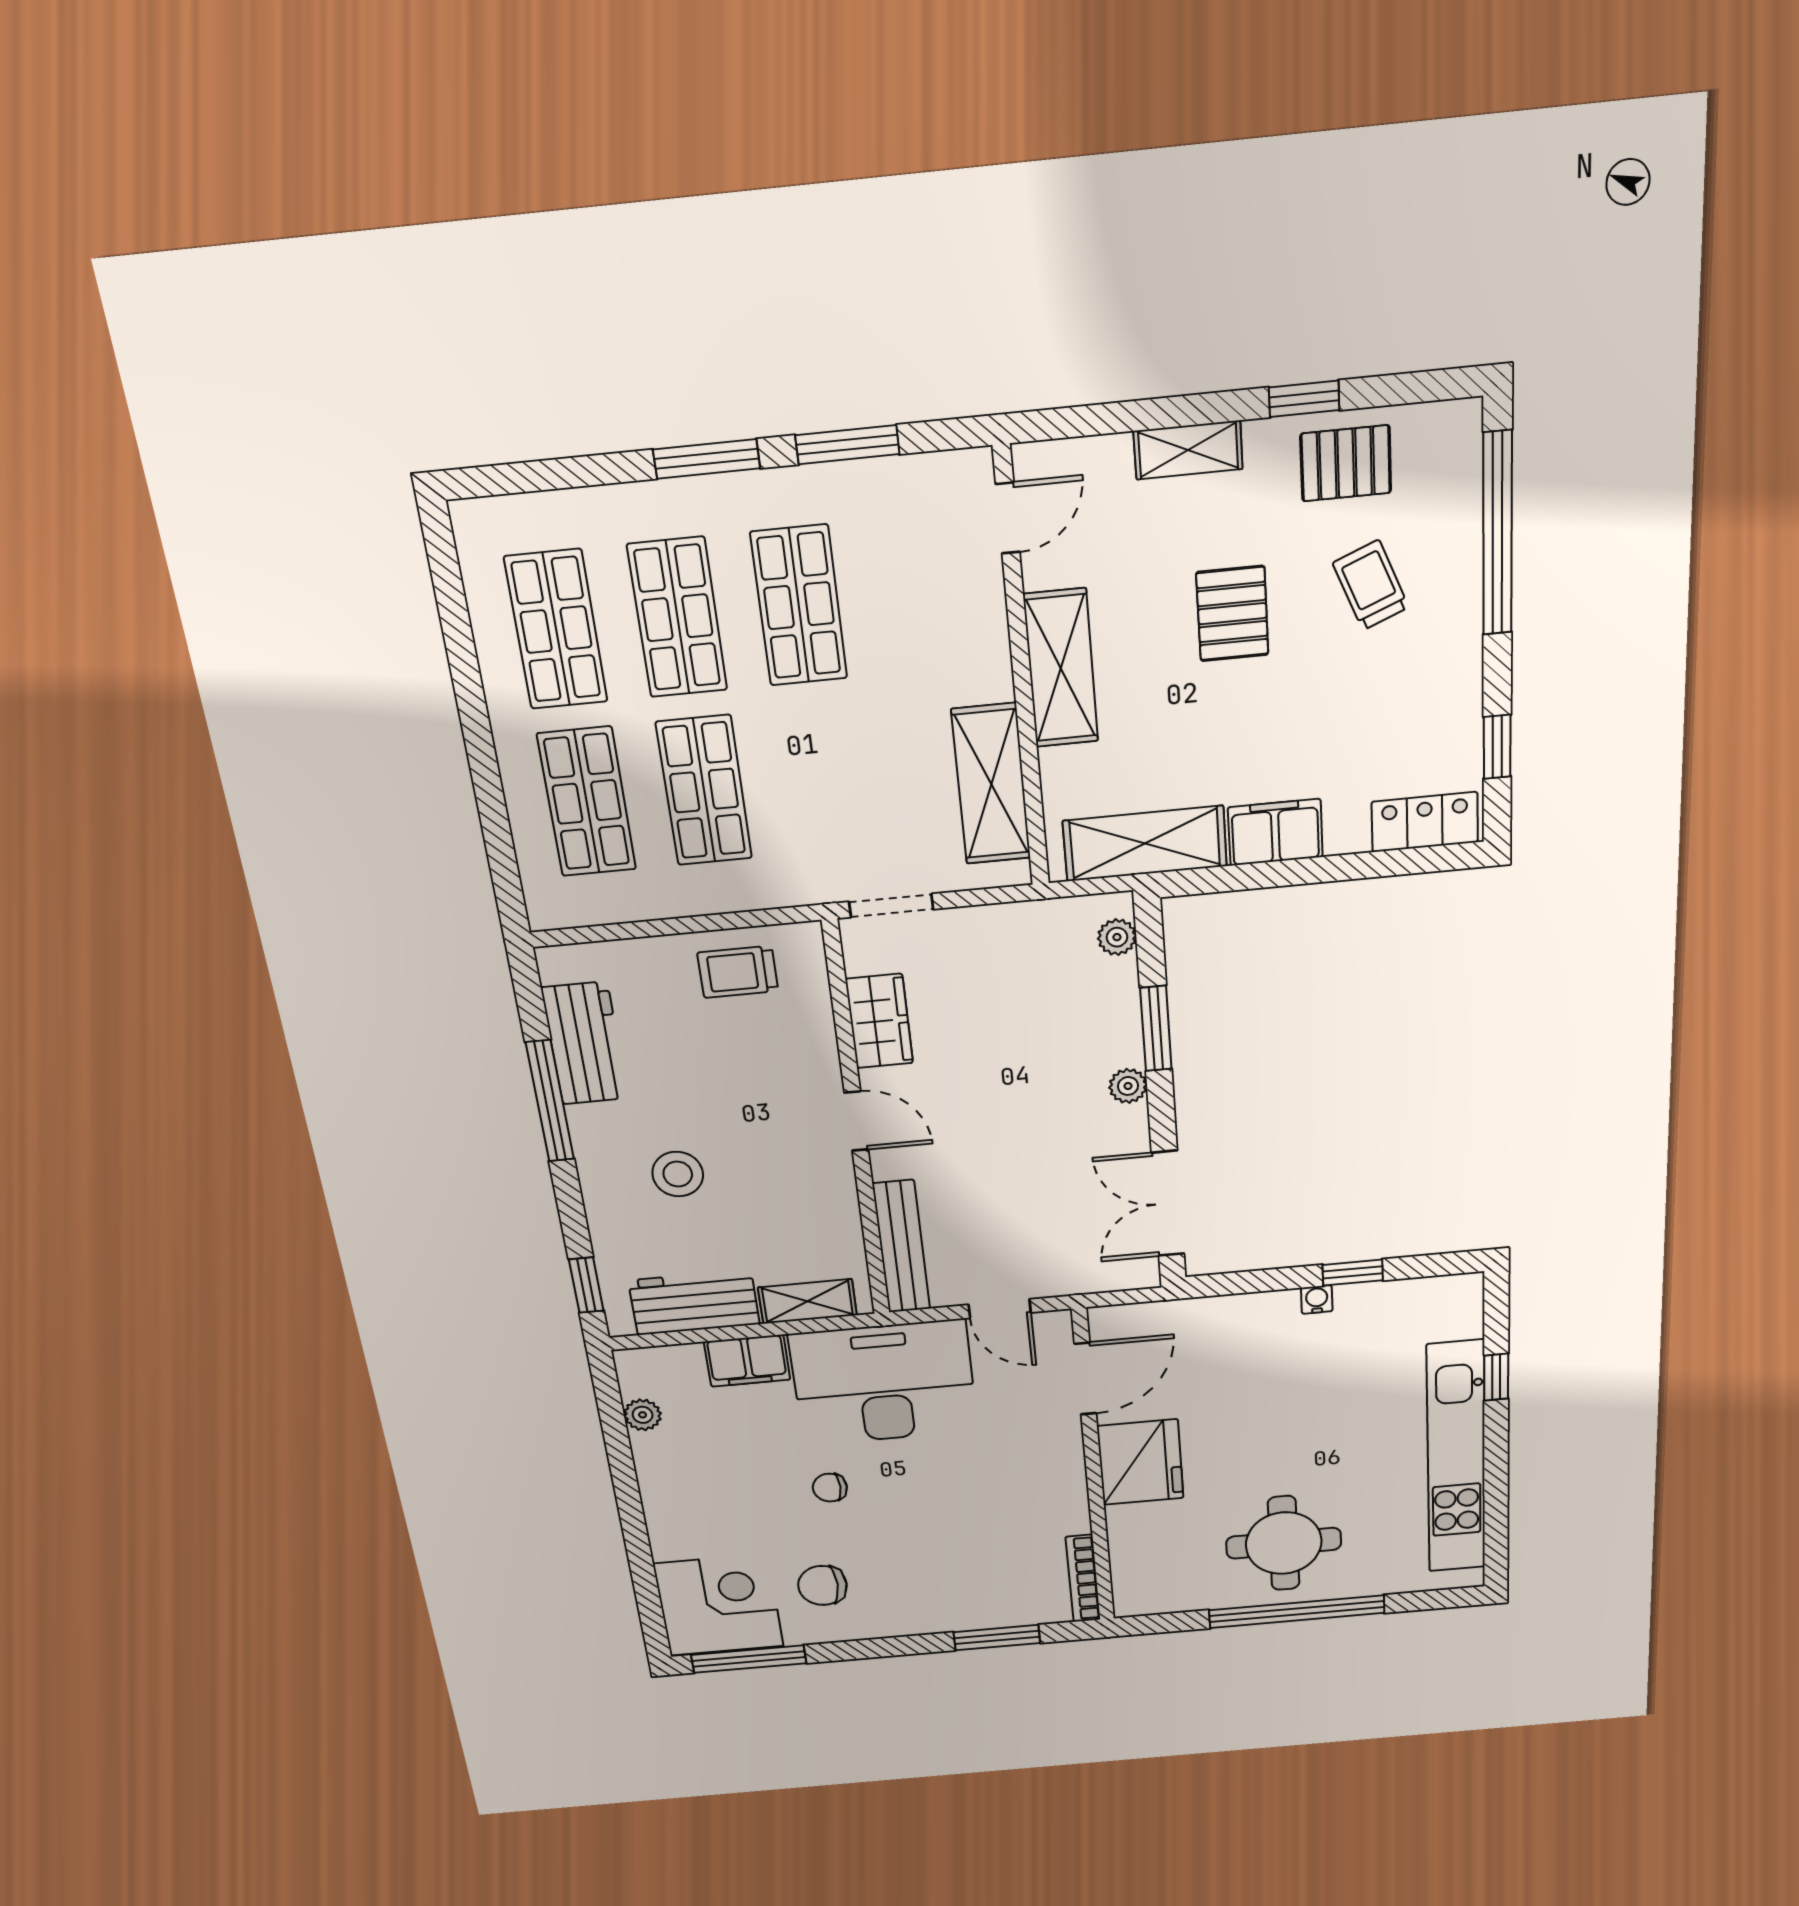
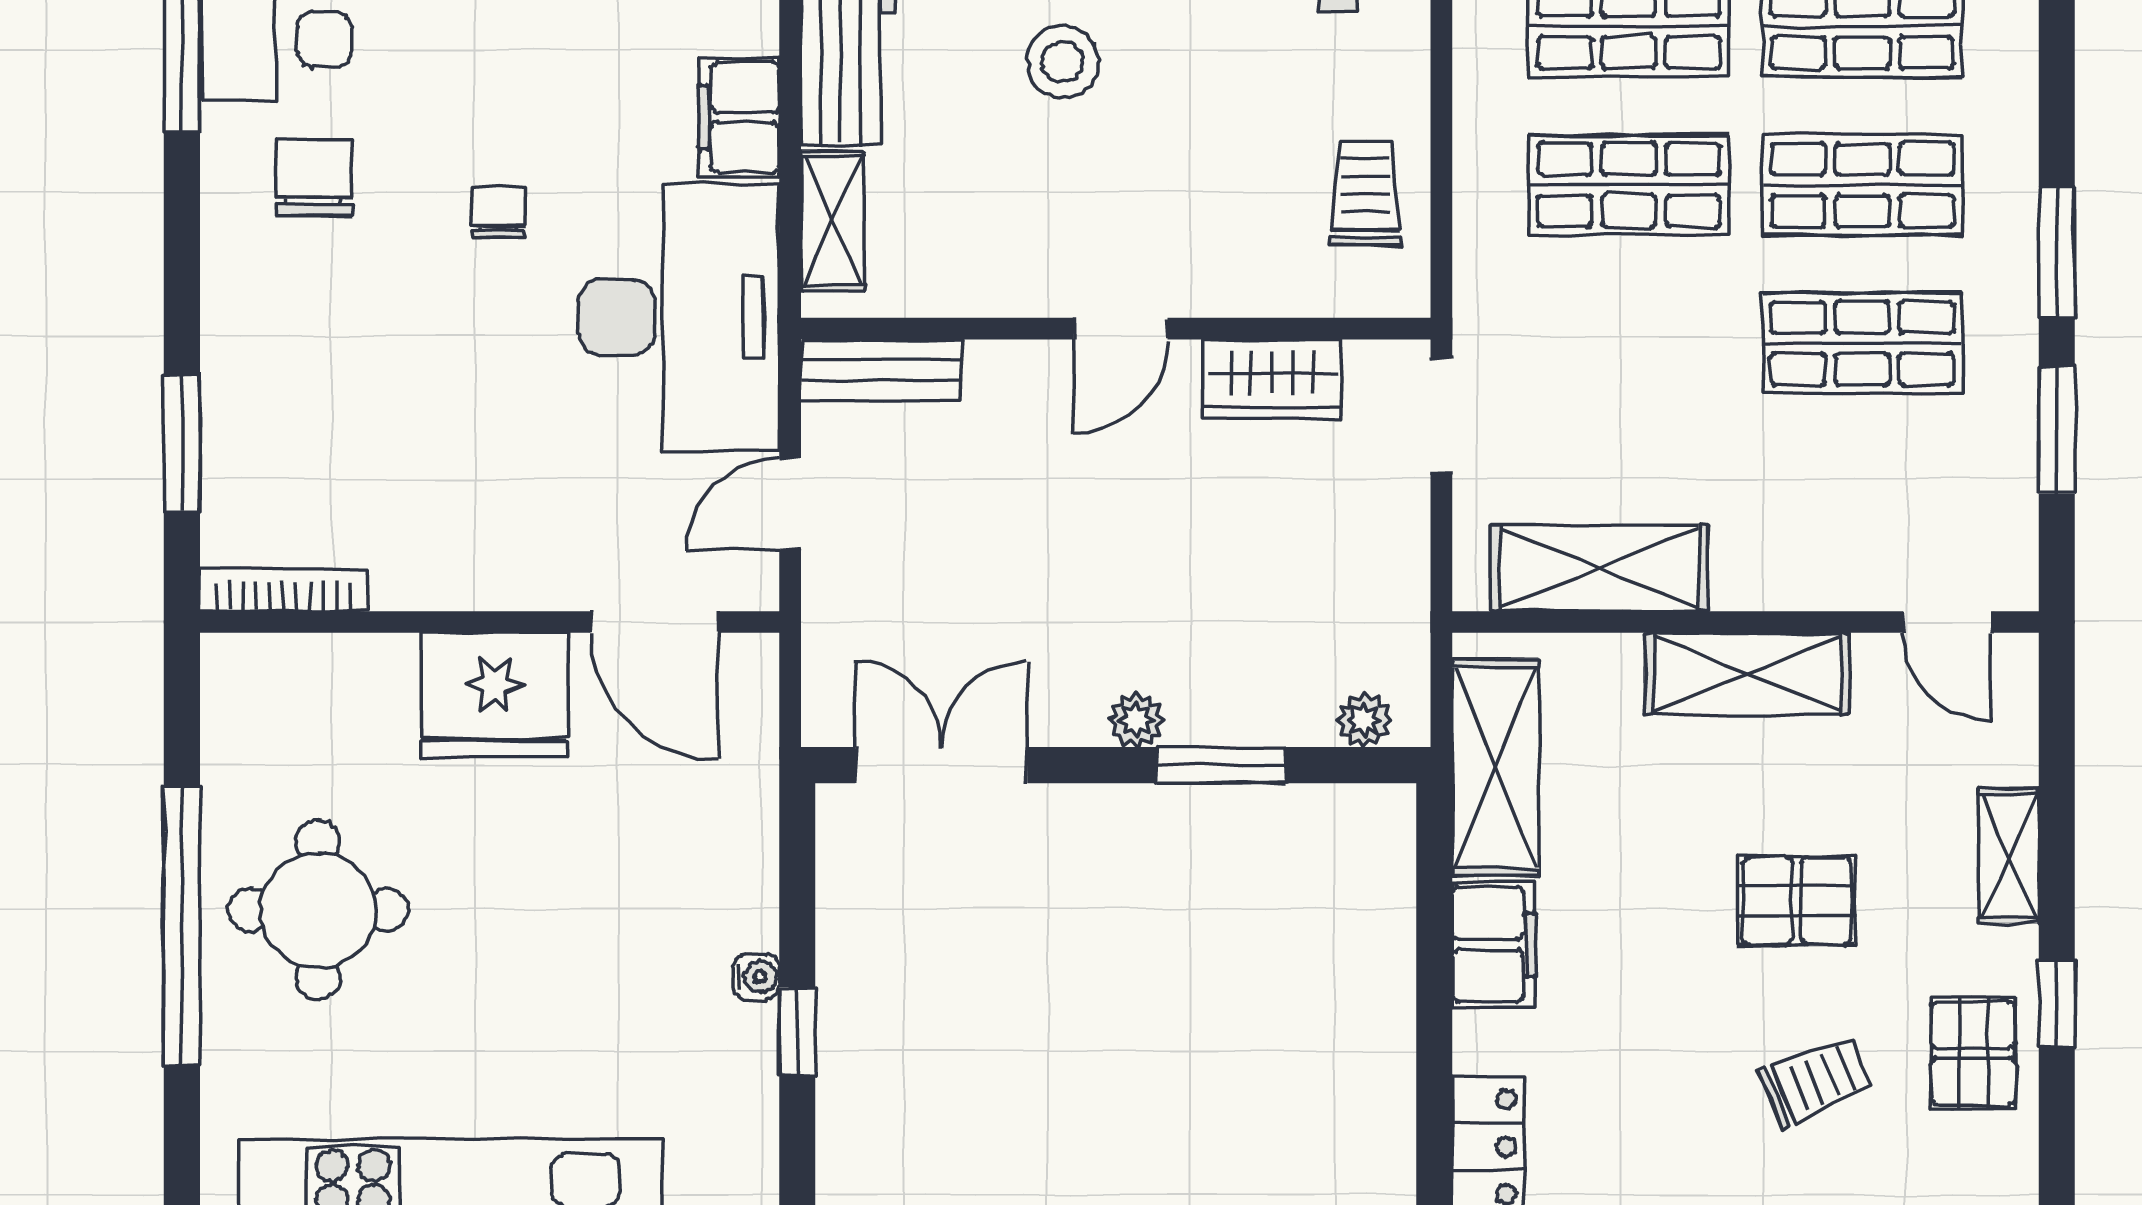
bench: (901, 1247) -> (881, 370), width x0.73

